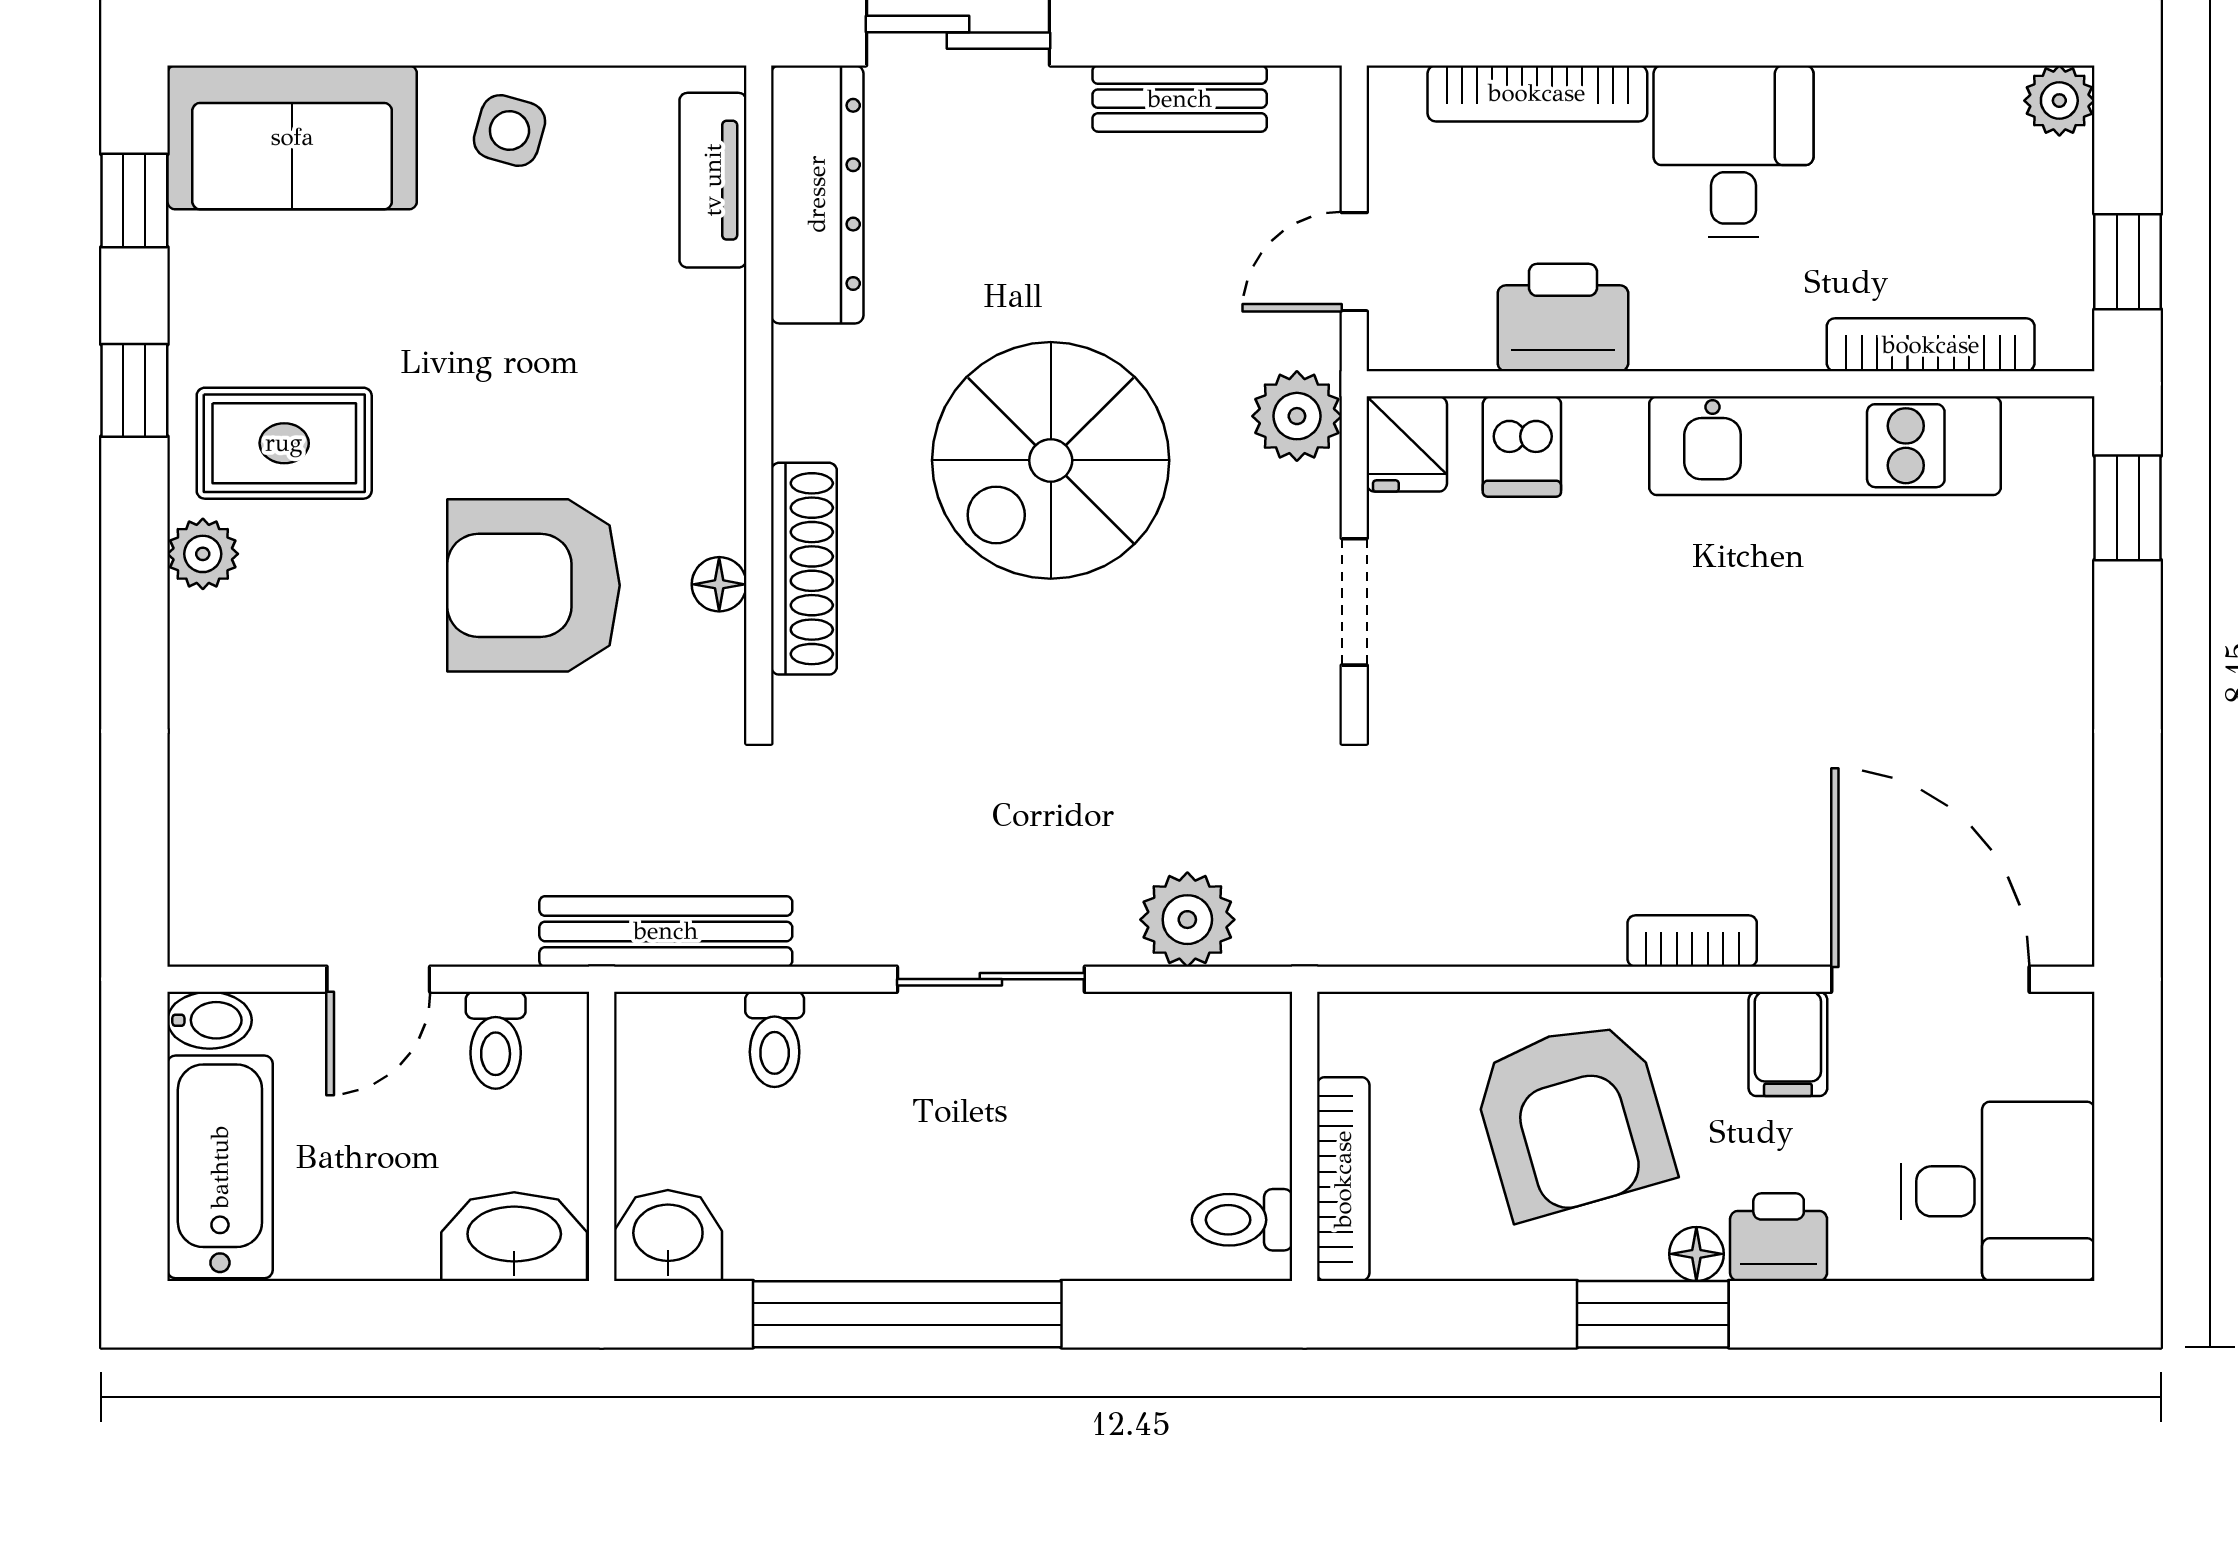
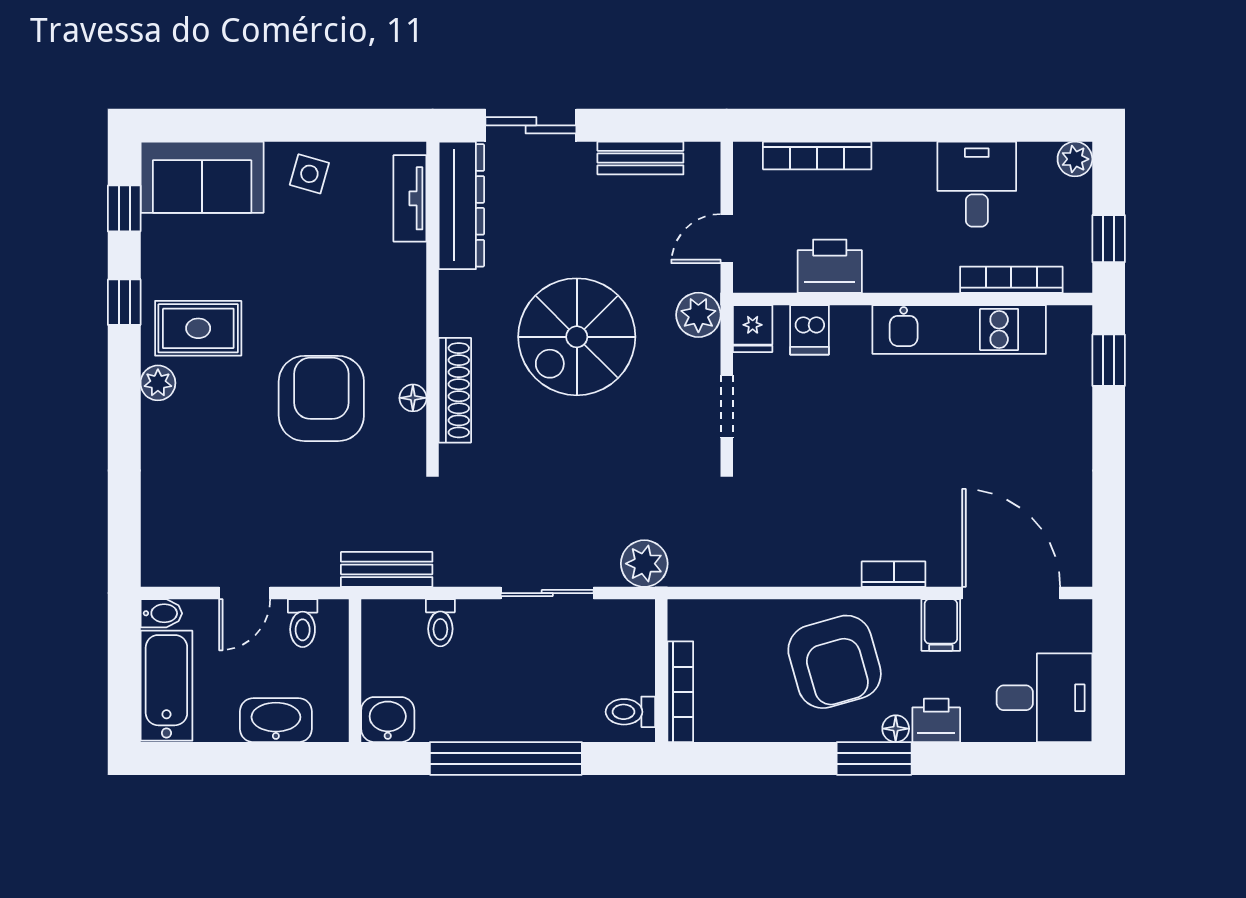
desk: (1733, 151) -> (977, 184), moved
armchair: (534, 585) -> (321, 398), turned 90
bench: (666, 931) -> (387, 569), width x0.73
wall: (1305, 1136) -> (661, 671), moved
bookcase: (1343, 1179) -> (680, 692), moved
toilet: (1242, 1220) -> (630, 712), moved
washbasin: (514, 1237) -> (276, 720), moved

